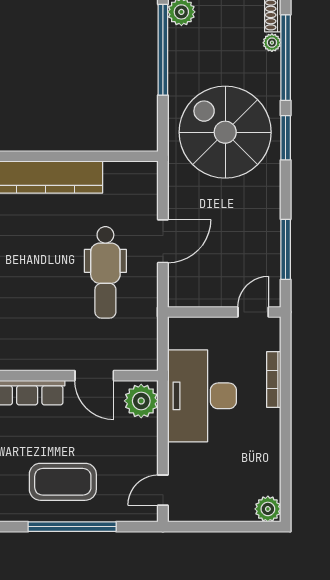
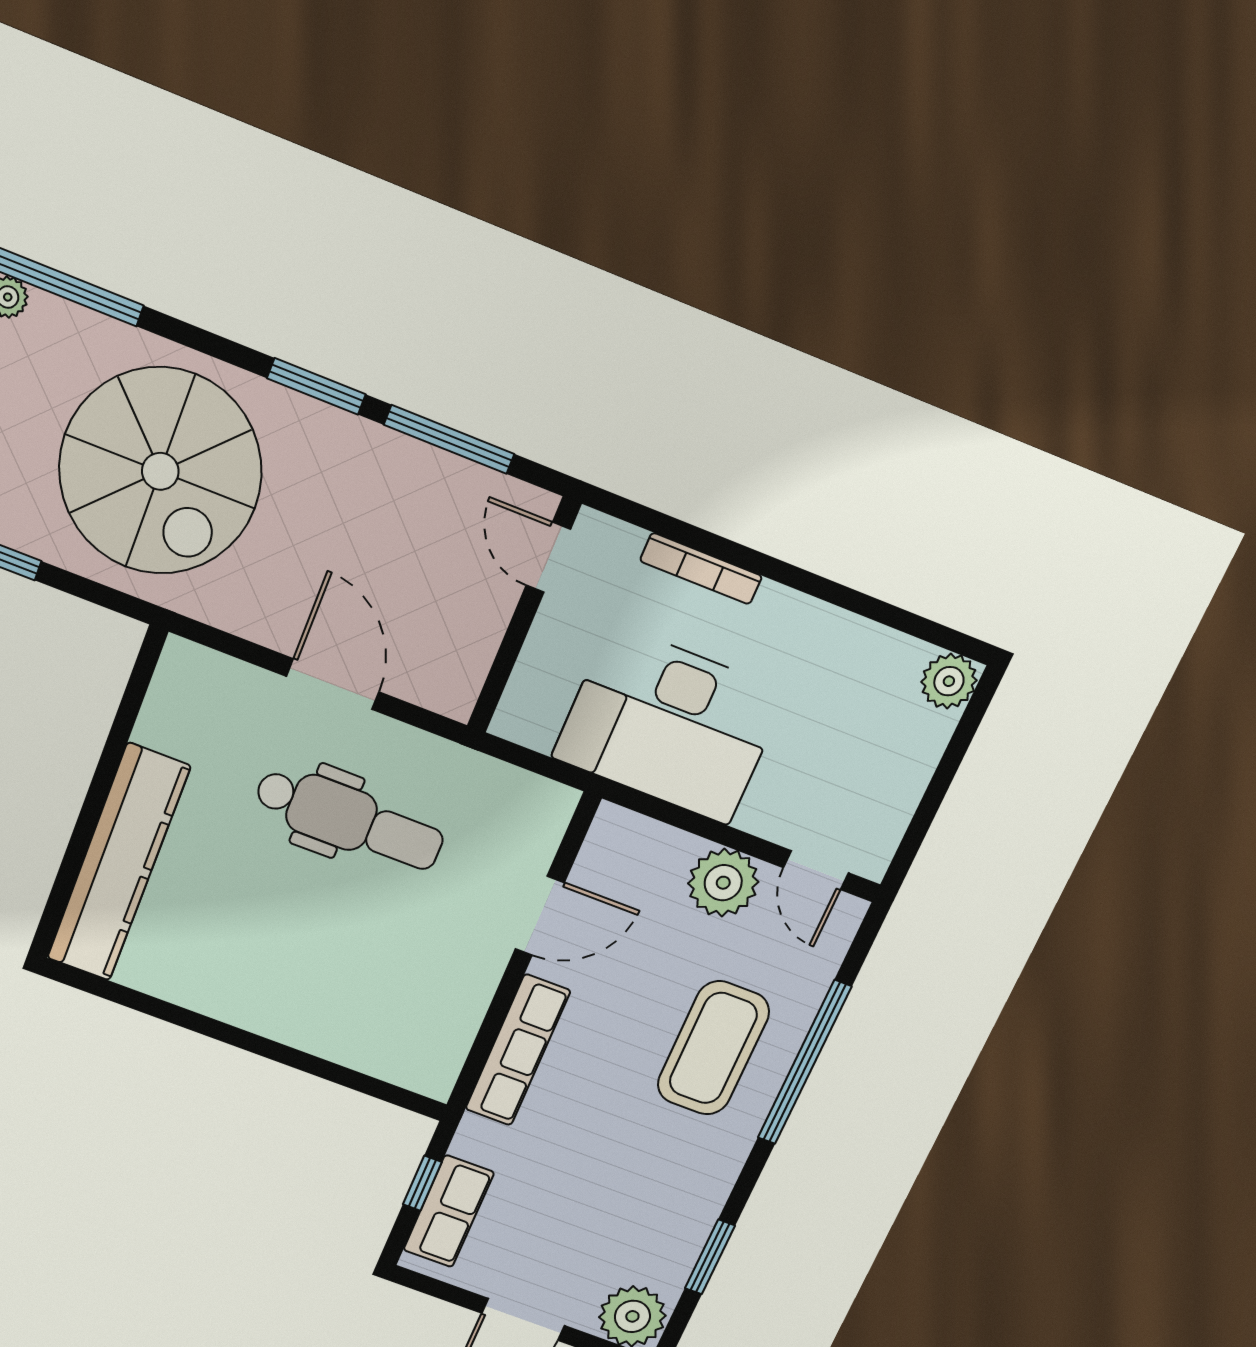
spiral stairs: (225, 132) -> (160, 471), turned -90
window: (286, 138) -> (316, 386), moved
plant: (141, 401) -> (723, 883), moved

